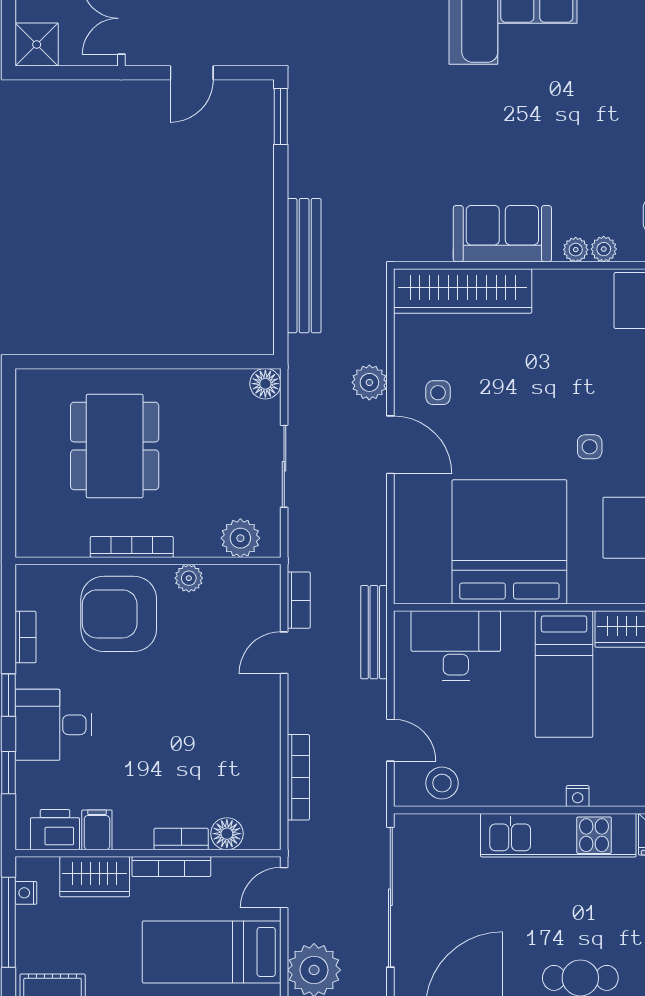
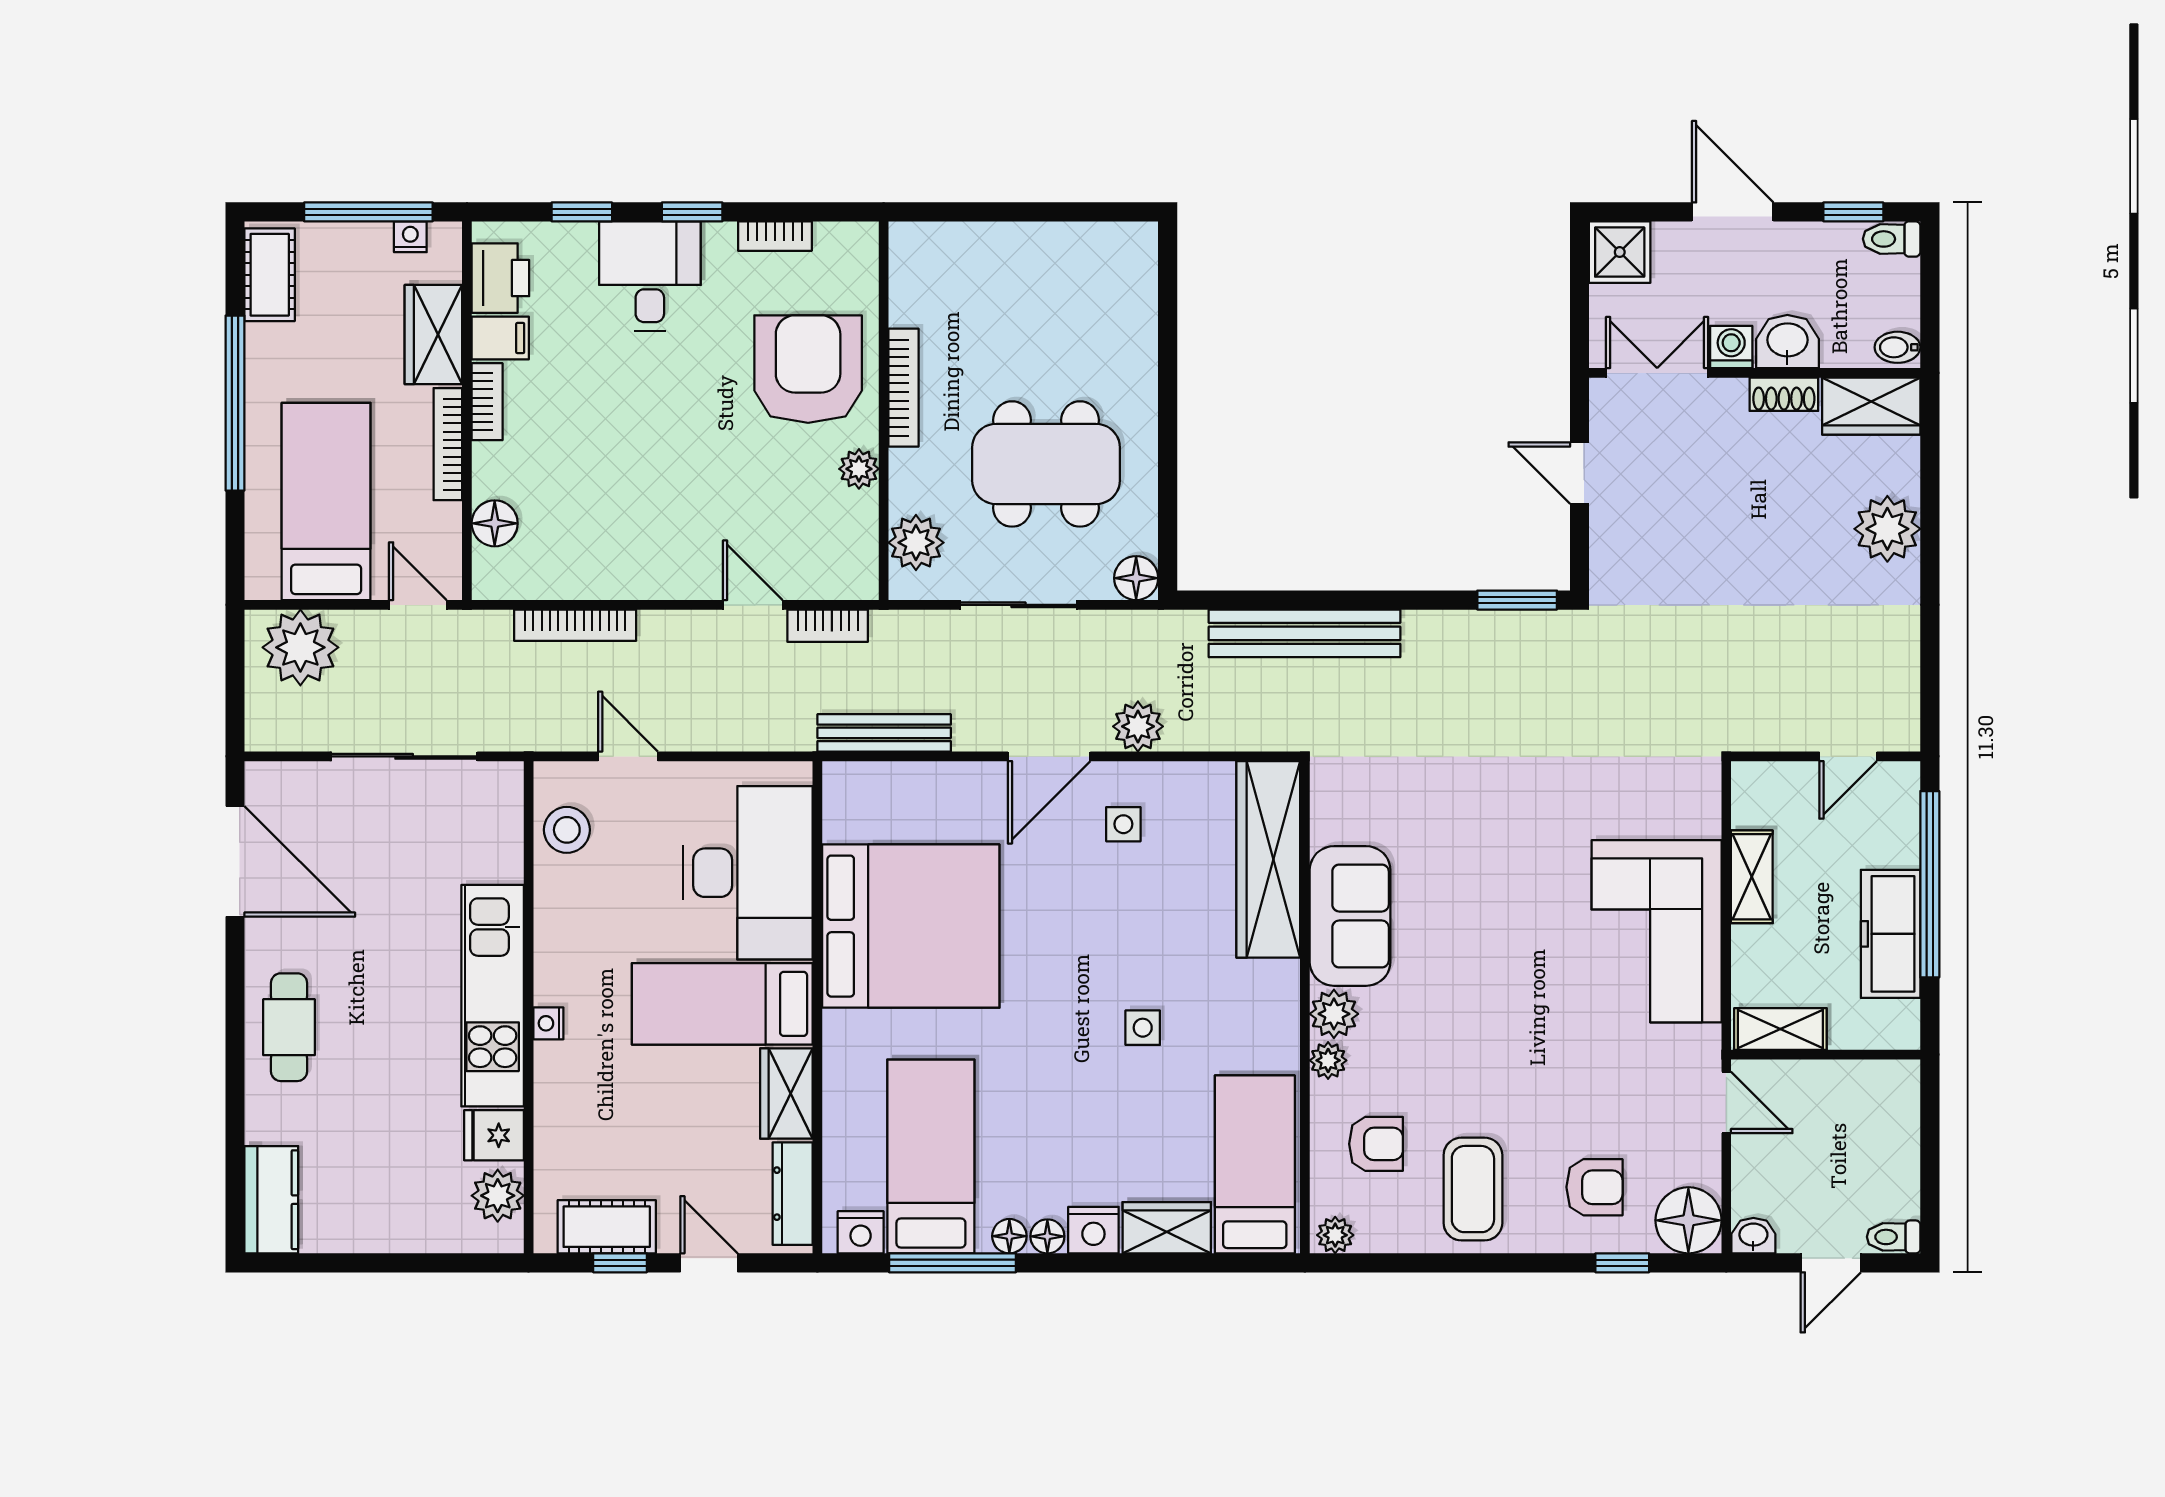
plant: (576, 250) -> (1334, 1014), width x1.38, depth x1.38
dining table: (115, 446) -> (1046, 464), moved
side table: (590, 447) -> (1143, 1028), moved
bench: (374, 632) -> (884, 733), moved
desk: (456, 646) -> (748, 873), width x1.36, depth x1.30
door: (390, 740) -> (628, 756), swing flipped
bookcase: (181, 839) -> (487, 402), moved
sliding door: (390, 897) -> (404, 756), width x0.73

